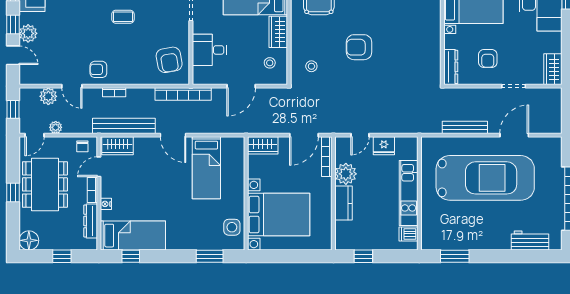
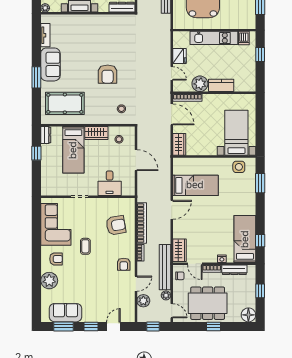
plant: (28, 33) -> (97, 315), removed
armchair: (169, 60) -> (116, 225), moved
bookcase: (183, 94) -> (142, 223), moved
bench: (124, 126) -> (165, 267), moved
bed with nightstands: (279, 214) -> (236, 133), width x0.73
window: (363, 256) -> (260, 55), moved

